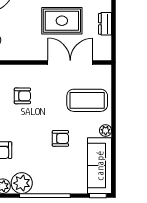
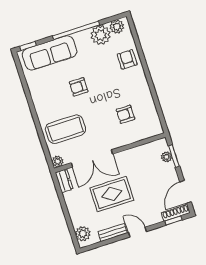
dresser: (105, 24) -> (64, 181), moved
plant: (106, 131) -> (58, 162), moved
sofa: (100, 166) -> (50, 53), moved, turned 90

